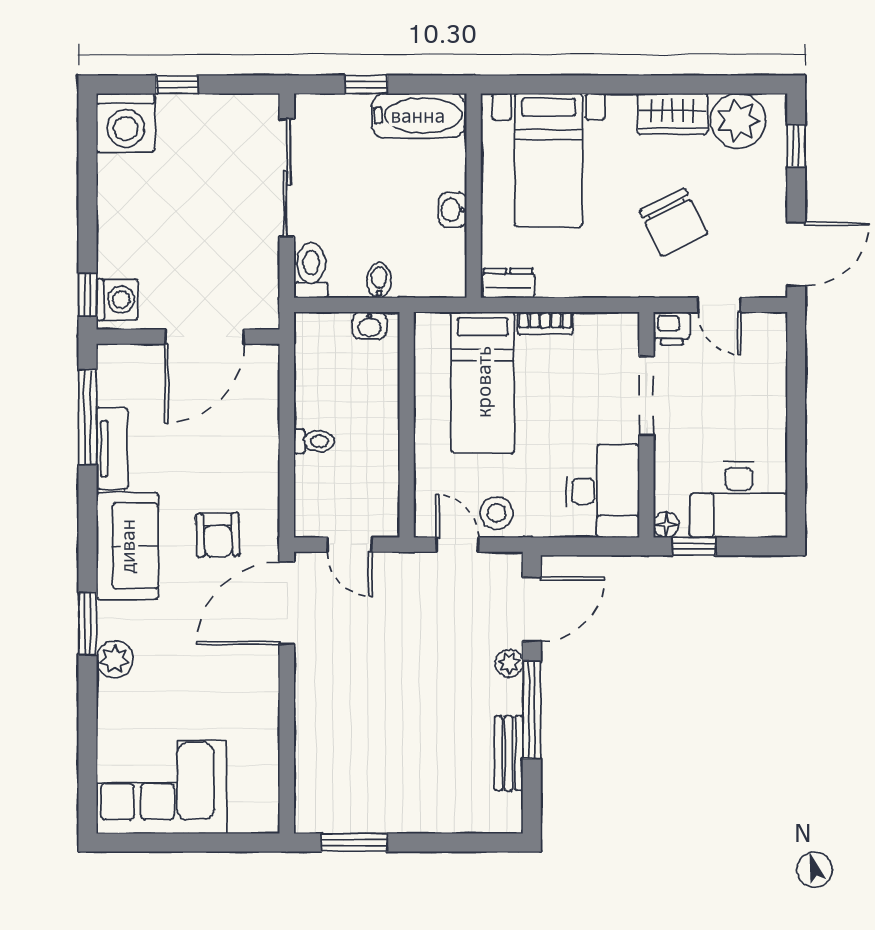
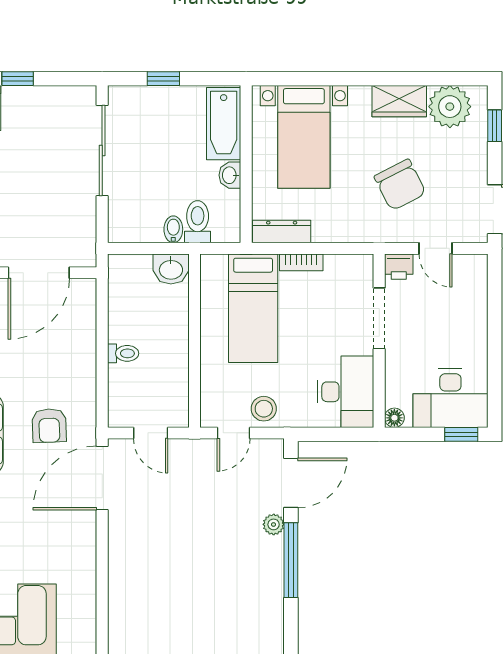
bathtub: (418, 115) -> (224, 124), moved, turned 90
toilet: (311, 270) -> (198, 222), moved
dresser: (508, 283) -> (282, 232), width x1.44
washbasin: (370, 325) -> (171, 269), width x1.38, depth x1.45
door: (457, 545) -> (234, 433), swing flipped
window: (694, 546) -> (461, 434), moved
bench: (509, 753) -> (273, 594), removed

